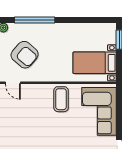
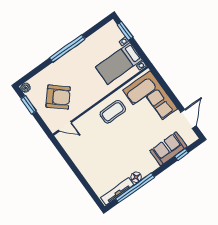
window: (35, 20) -> (67, 48), moved
coffee table: (61, 99) -> (113, 112), turned 90

